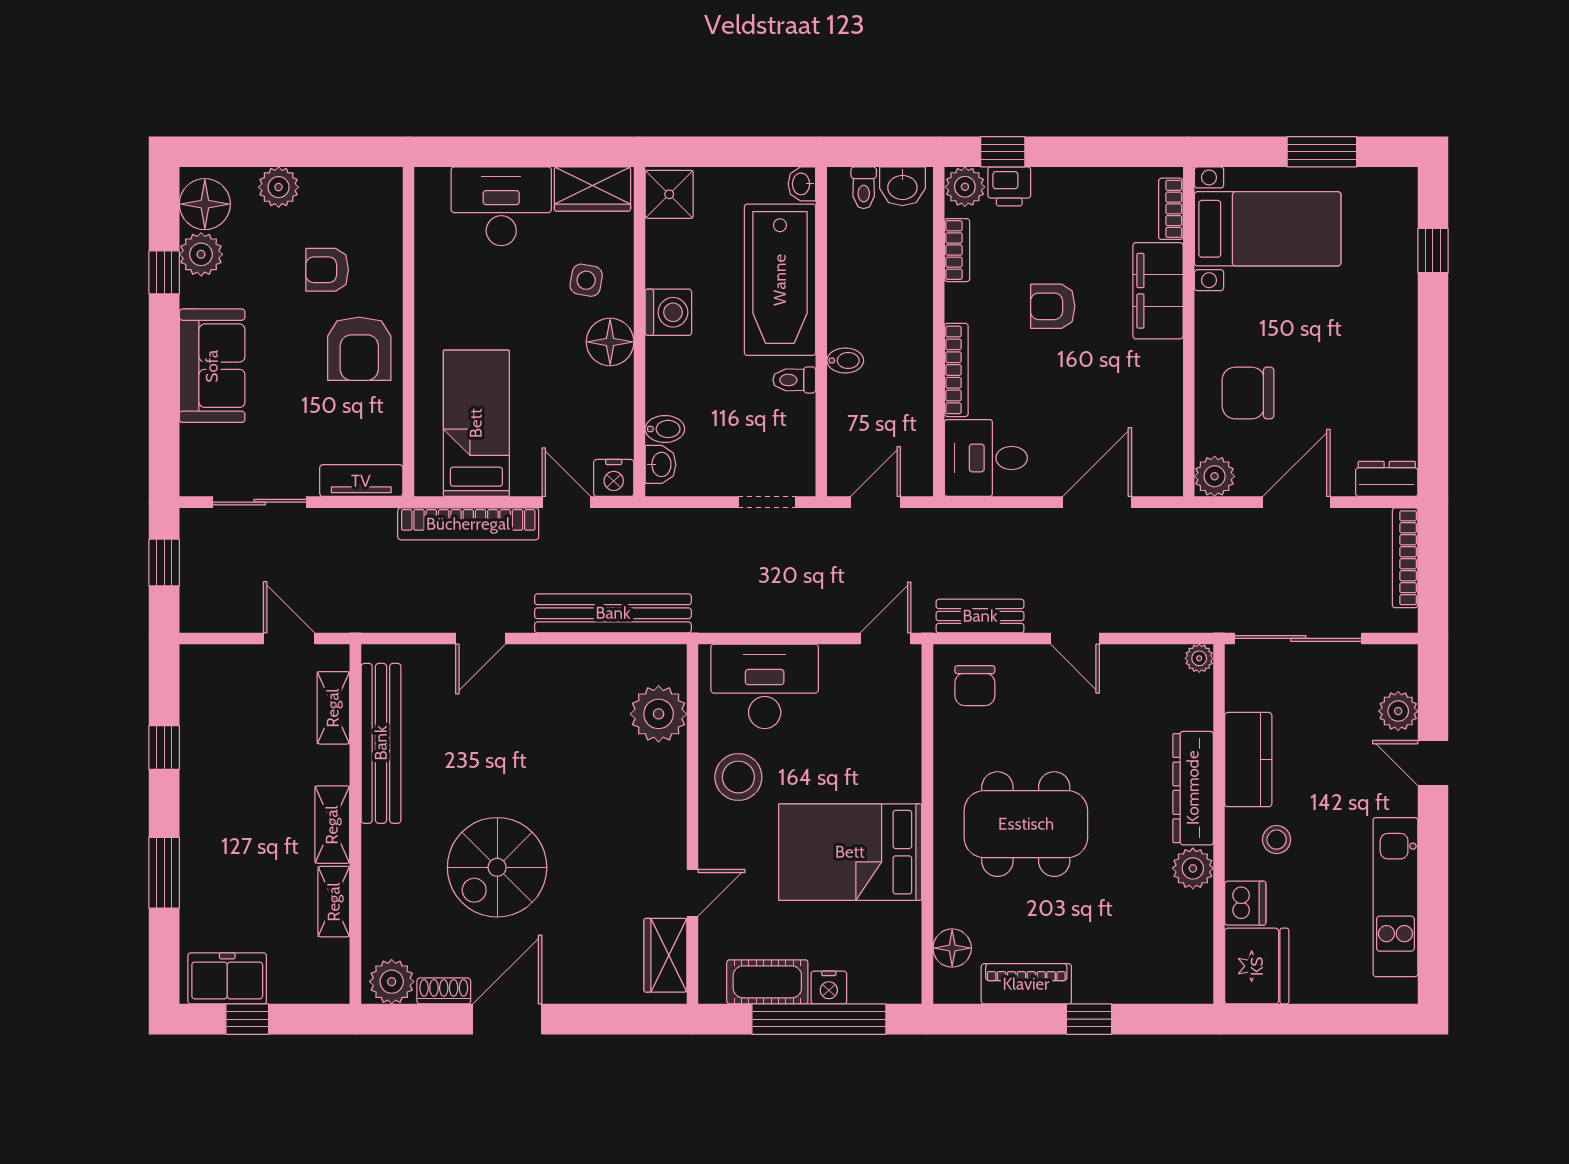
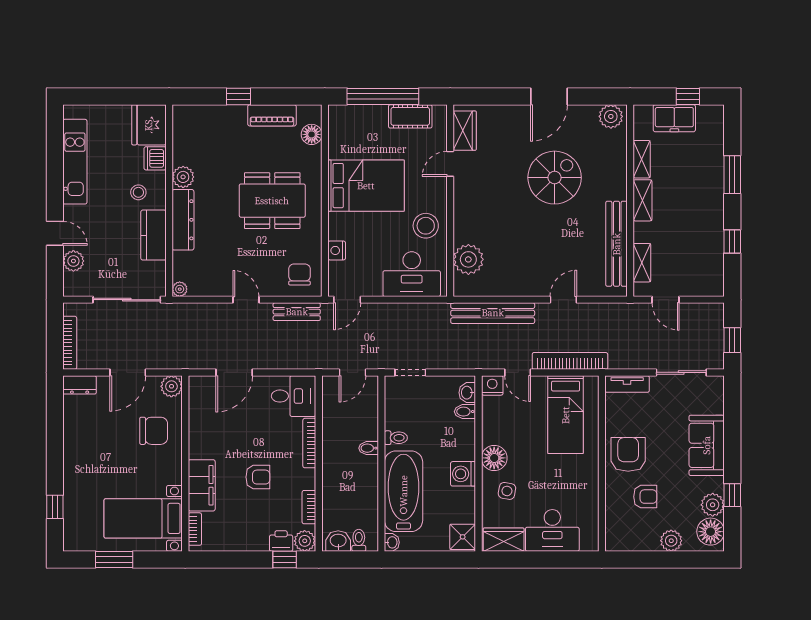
freezer: (227, 978) -> (674, 118), moved
nightstand: (829, 988) -> (337, 250), moved, turned -90
shoe rack: (444, 991) -> (583, 112), removed

